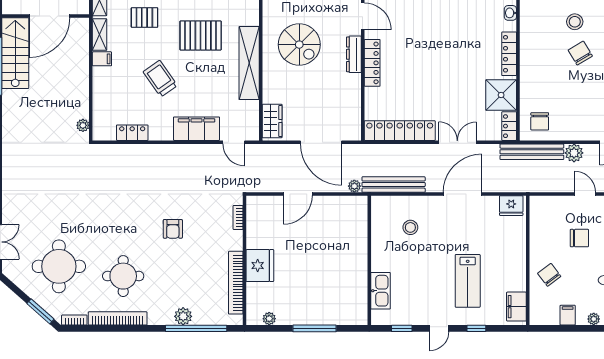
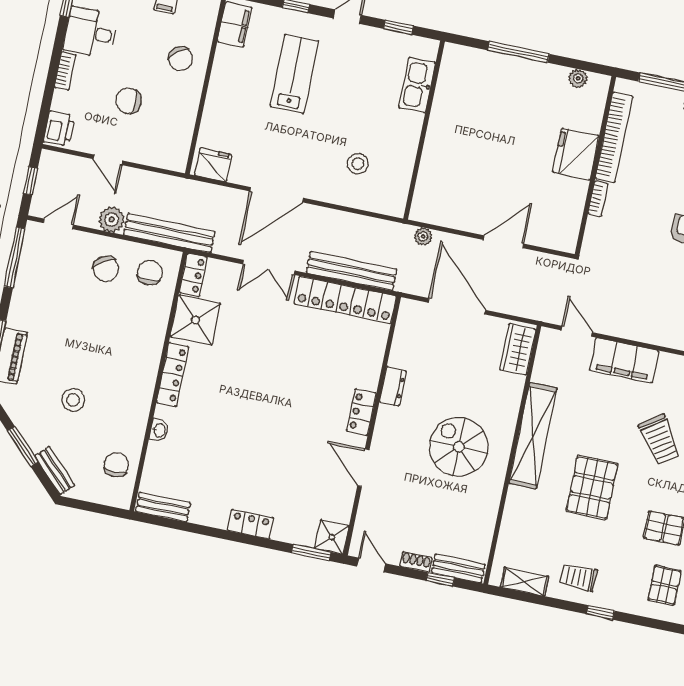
pallet: (201, 35) -> (592, 487), turned 90
chair: (580, 53) -> (106, 269), moved
dresser: (354, 54) -> (393, 386), moved, width x0.70
locker: (372, 63) -> (361, 412), width x0.66
bench: (394, 185) -> (351, 271), moved
bookcase: (238, 217) -> (598, 199), moved

